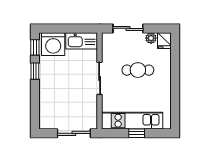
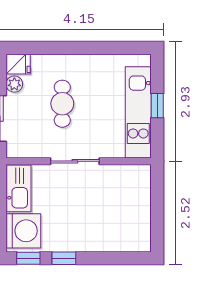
sliding door: (74, 133) -> (157, 200), removed

